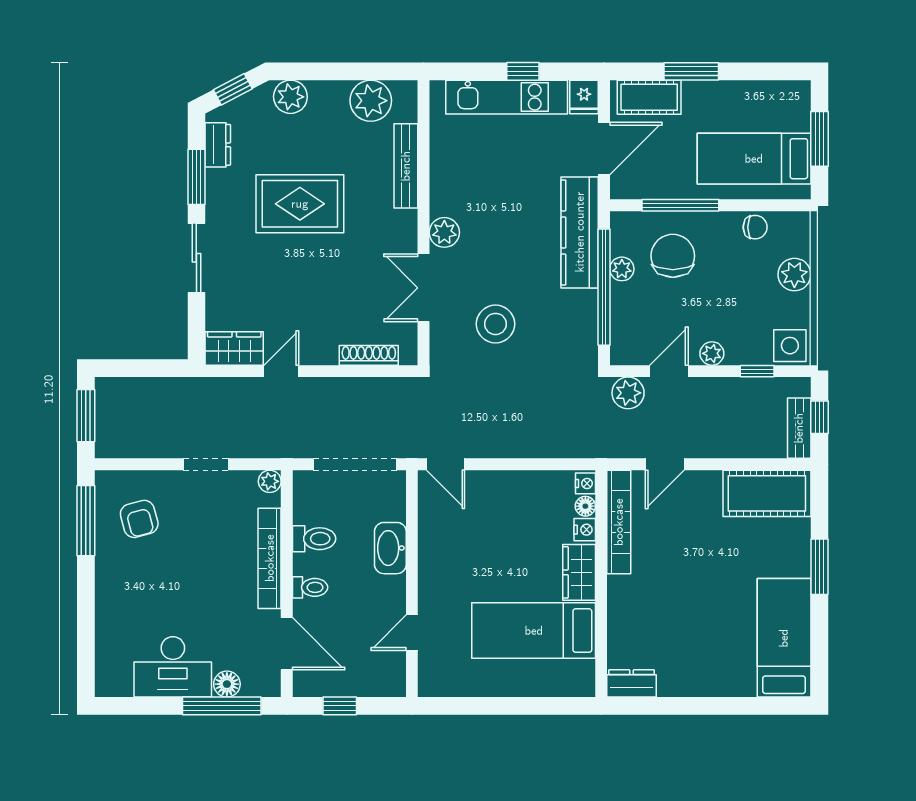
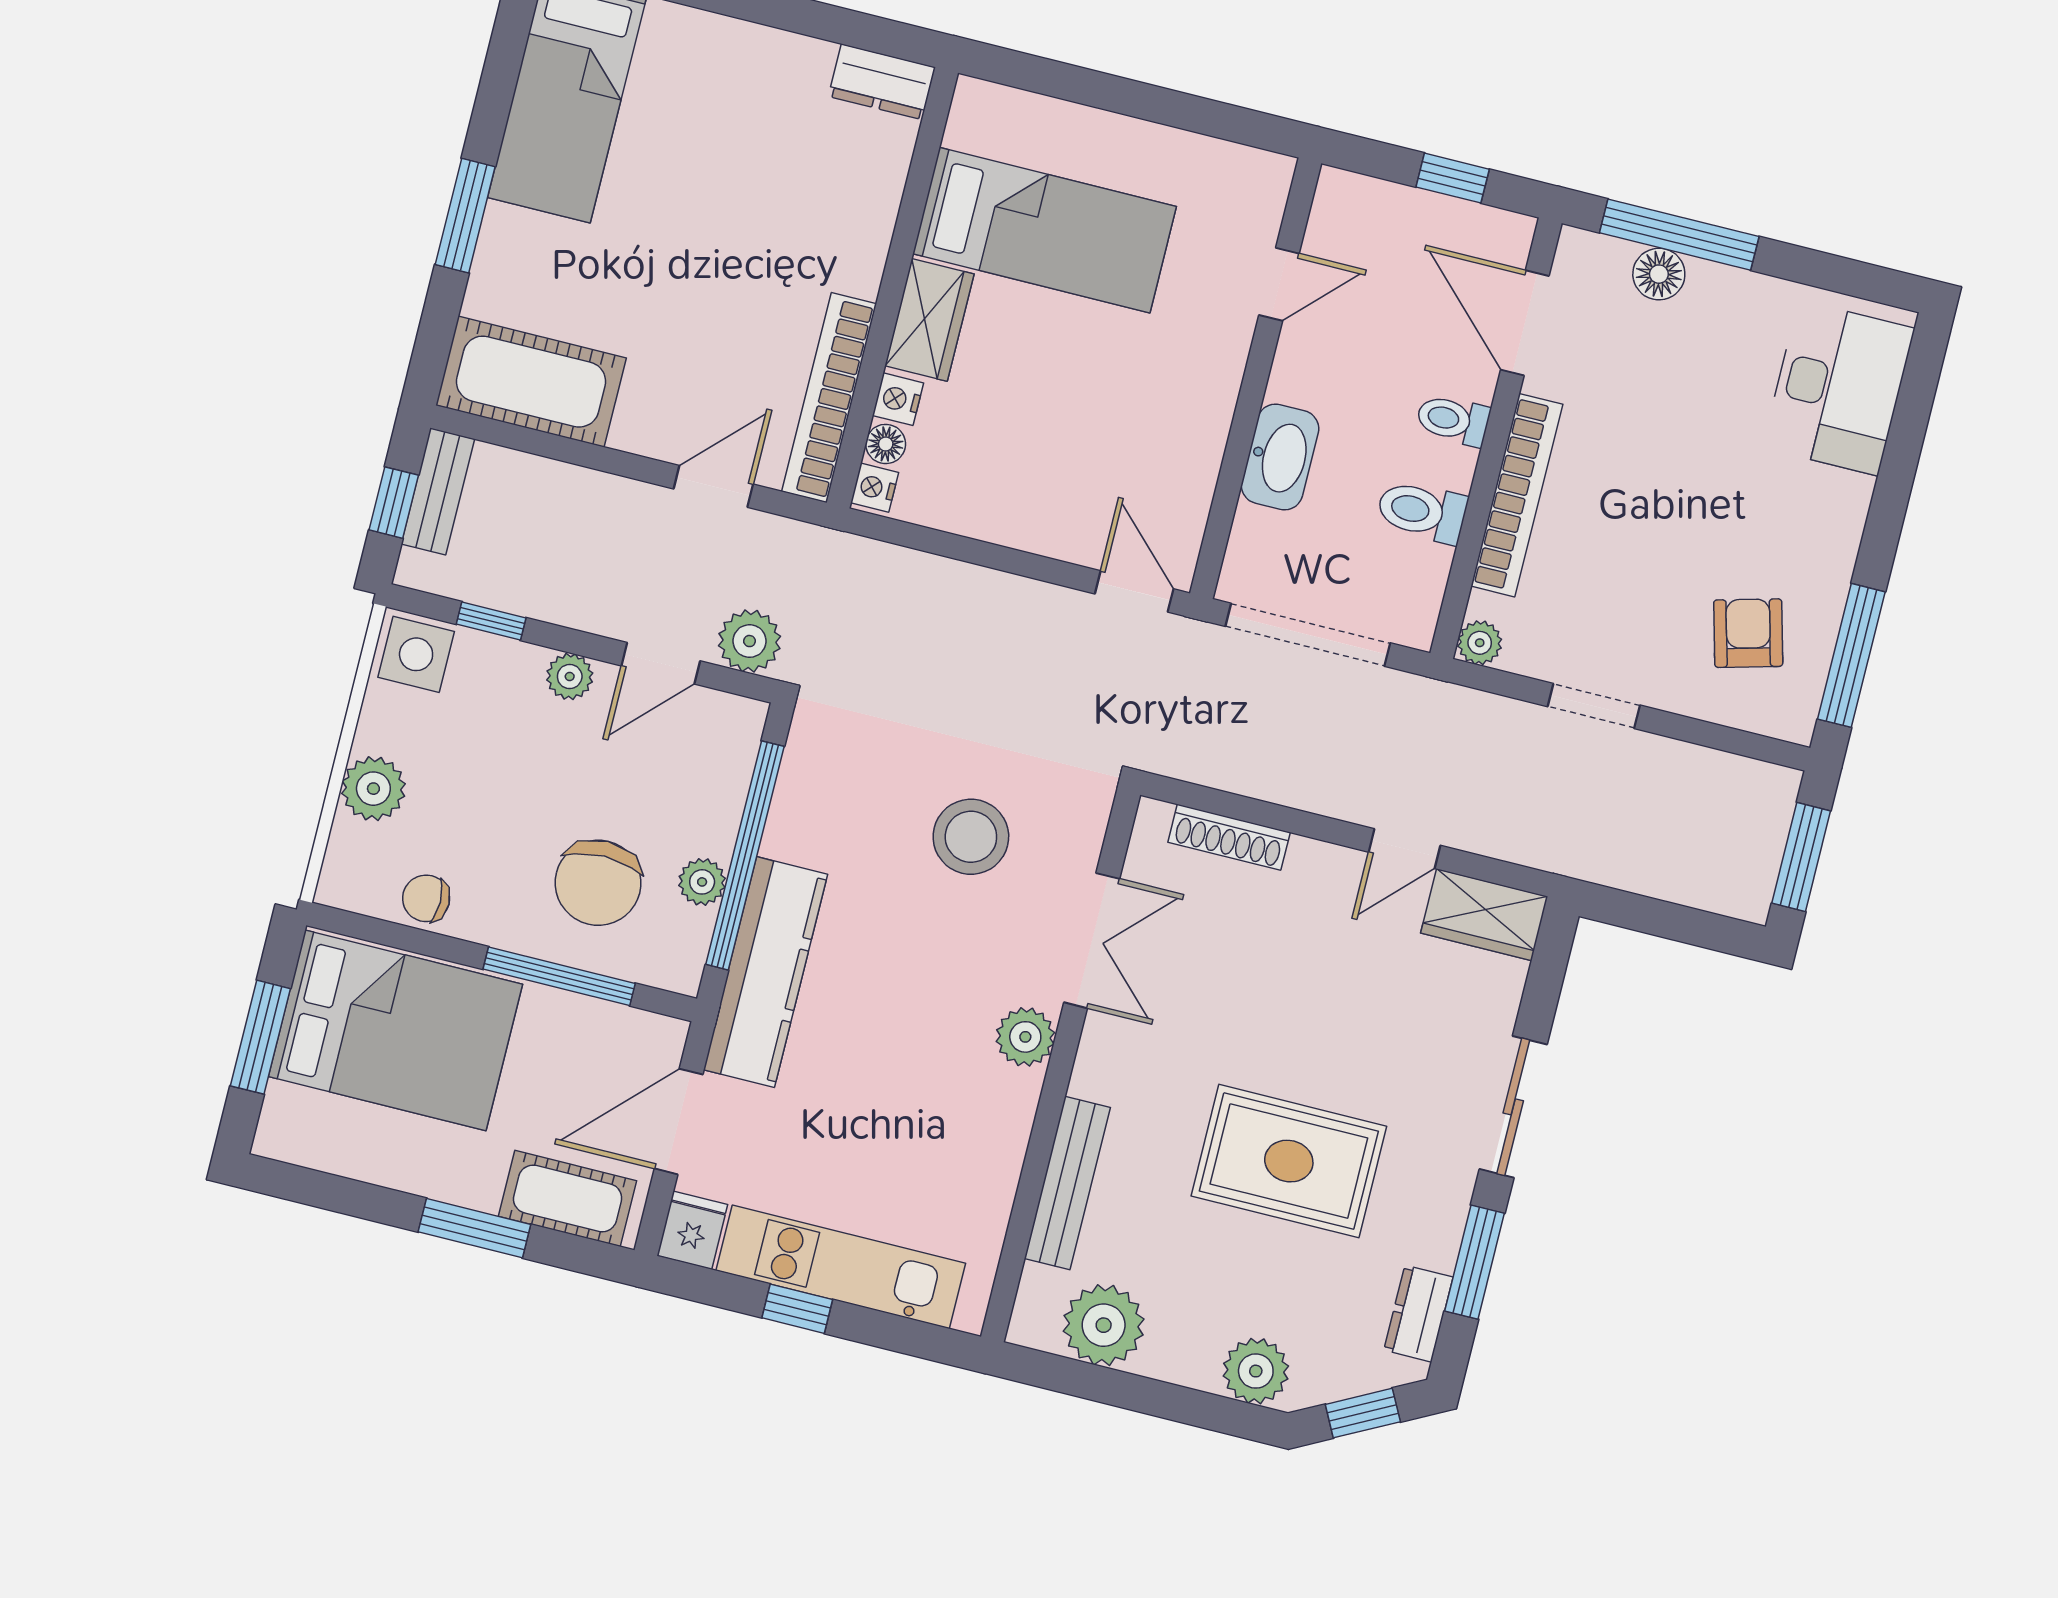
bed: (754, 159) -> (395, 1030), width x1.50
desk: (173, 667) -> (1838, 388), moved, turned 90

